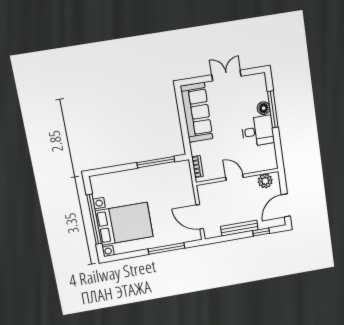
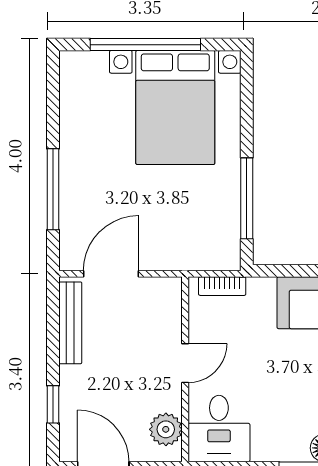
desk: (258, 131) -> (219, 429), moved
bed with nightstands: (124, 224) -> (175, 108), moved
bench: (239, 228) -> (70, 323), moved

